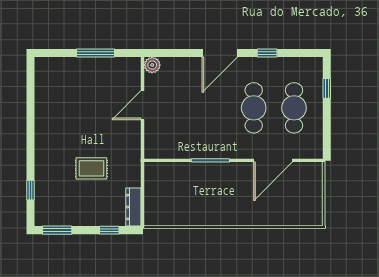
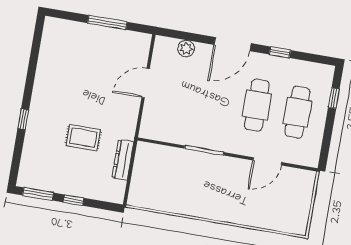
plant: (152, 65) -> (186, 49), moved
door: (273, 160) -> (267, 161), width x0.73
window: (30, 190) -> (23, 119), moved
dresser: (133, 207) -> (123, 160), moved
window: (109, 230) -> (74, 200), moved

